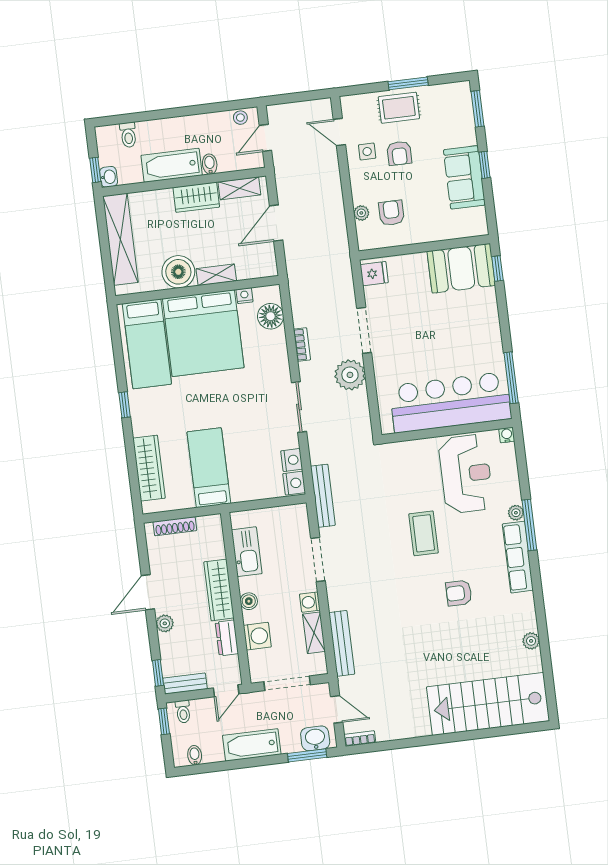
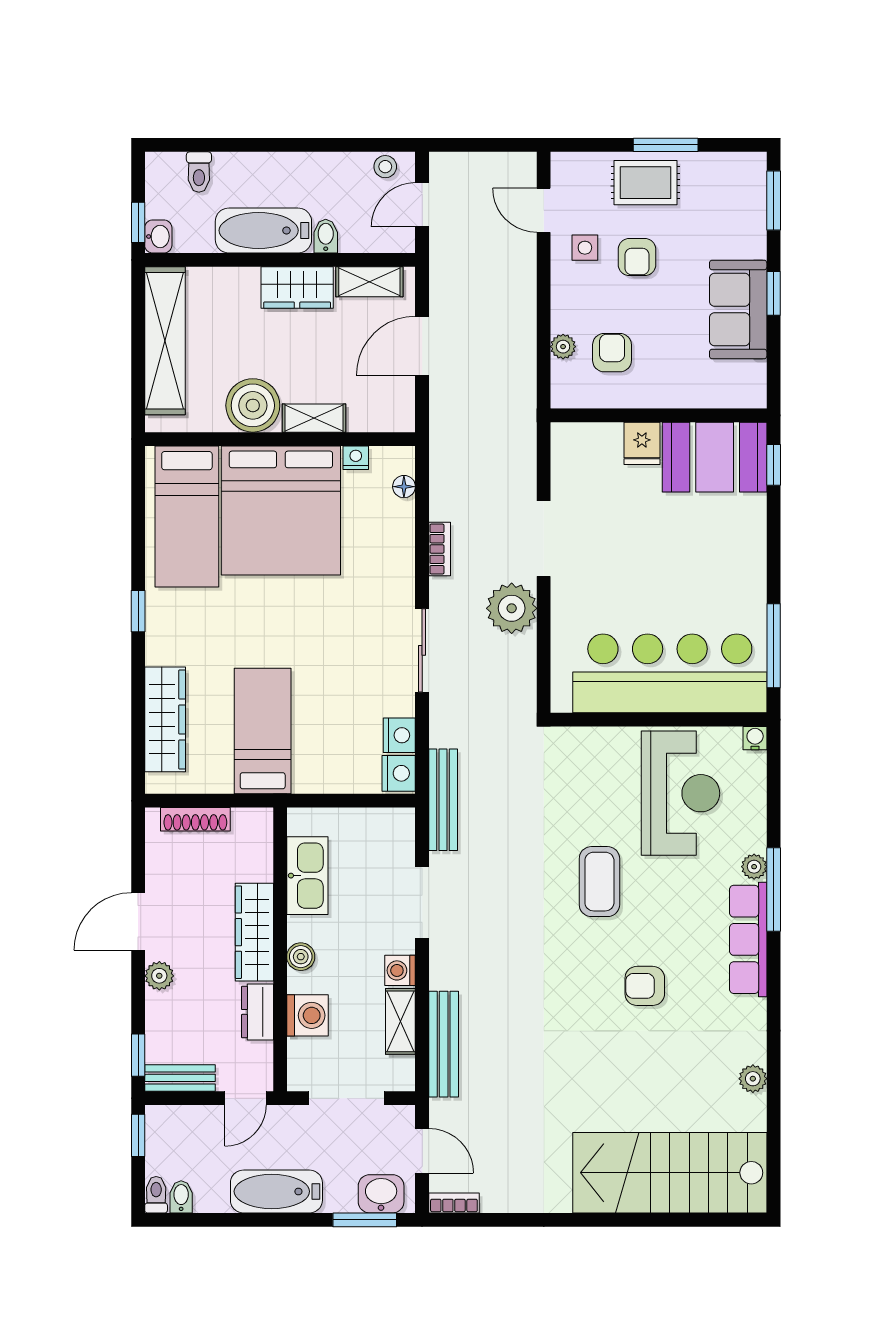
fridge: (374, 274) -> (642, 443), moved, turned 90
floor lamp: (271, 316) -> (404, 487), width x0.53, depth x0.53
toilet: (183, 712) -> (156, 1195), moved, turned 180

